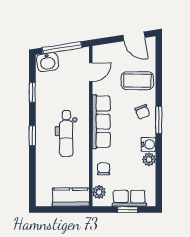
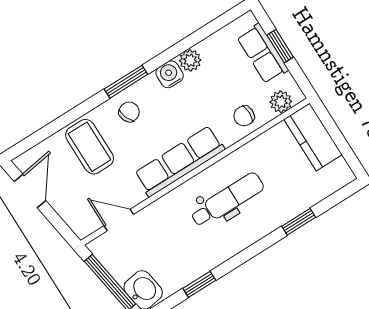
window: (32, 136) -> (299, 222), moved

